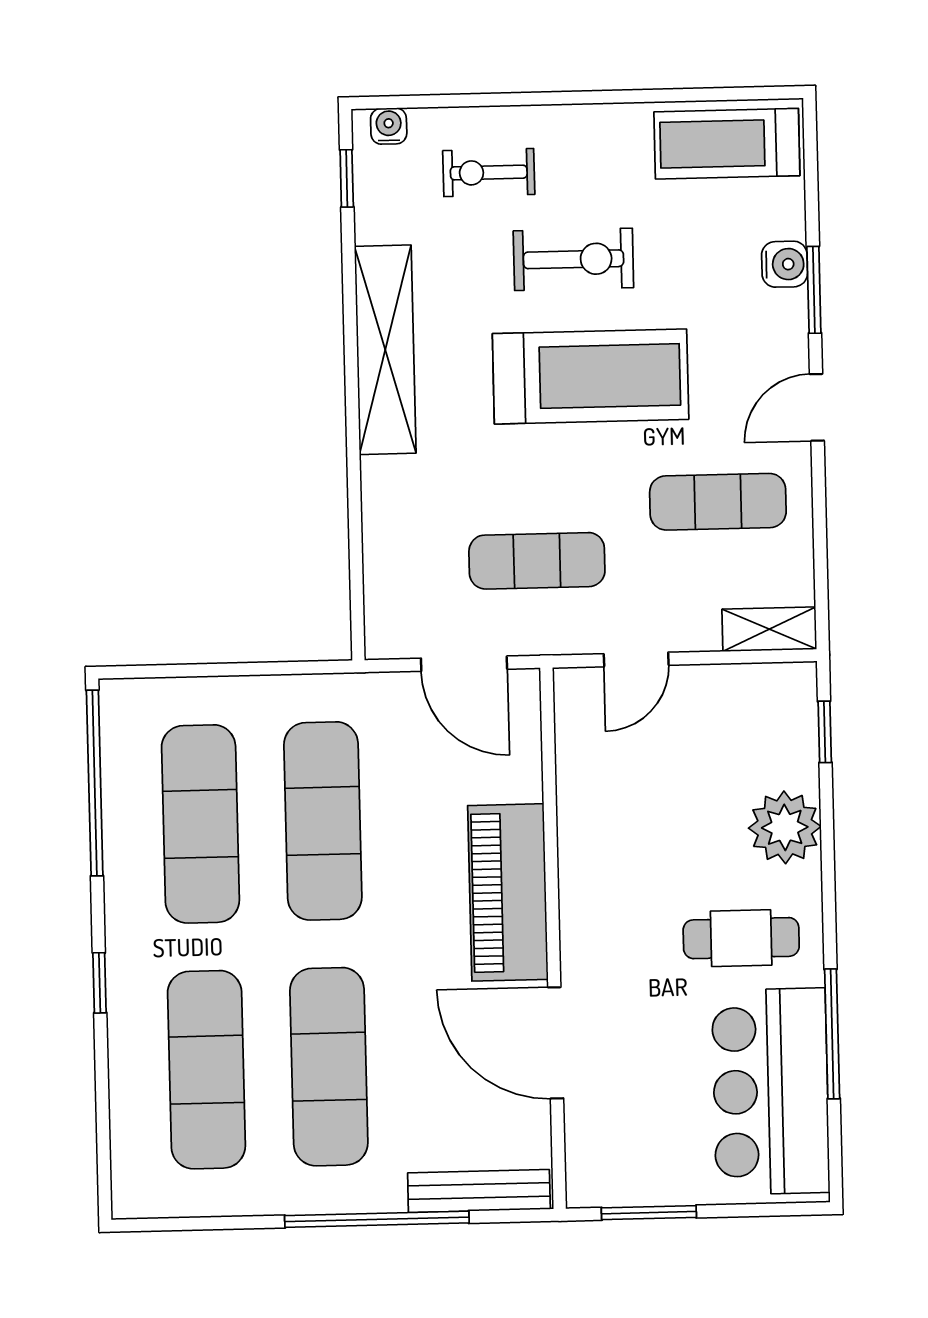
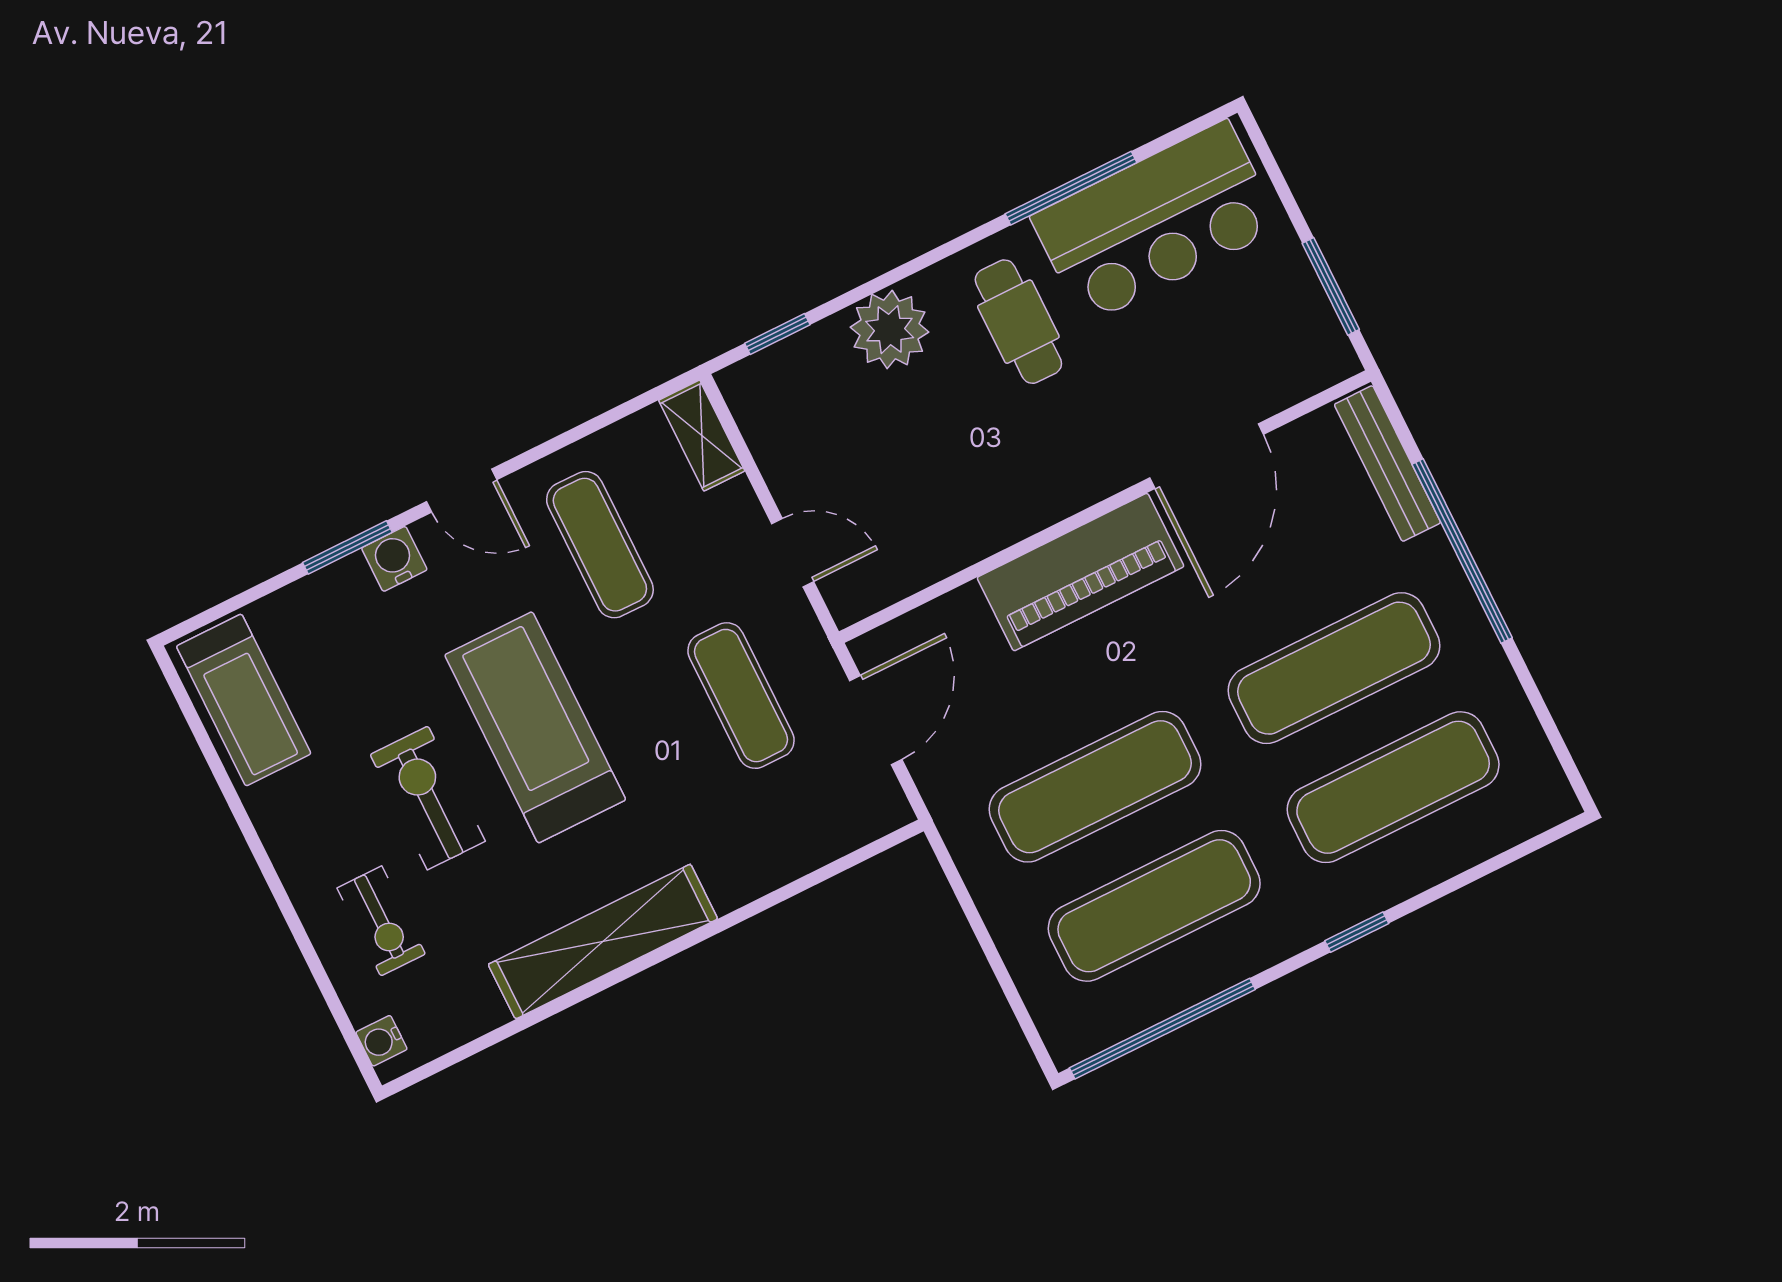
window: (347, 178) -> (452, 1058), removed
water cooler: (785, 264) -> (394, 559), moved

